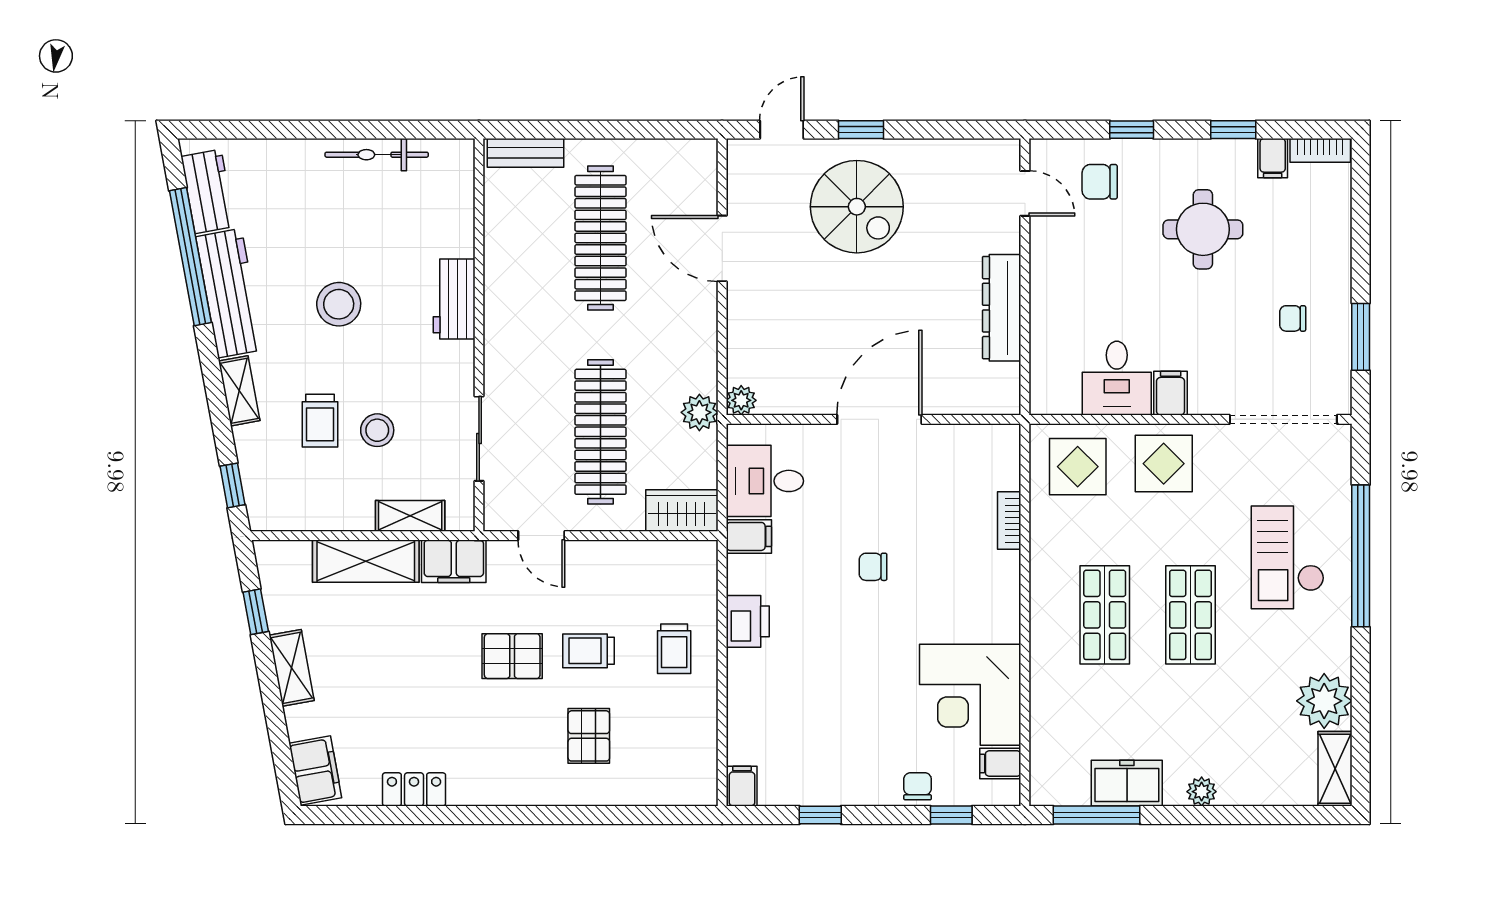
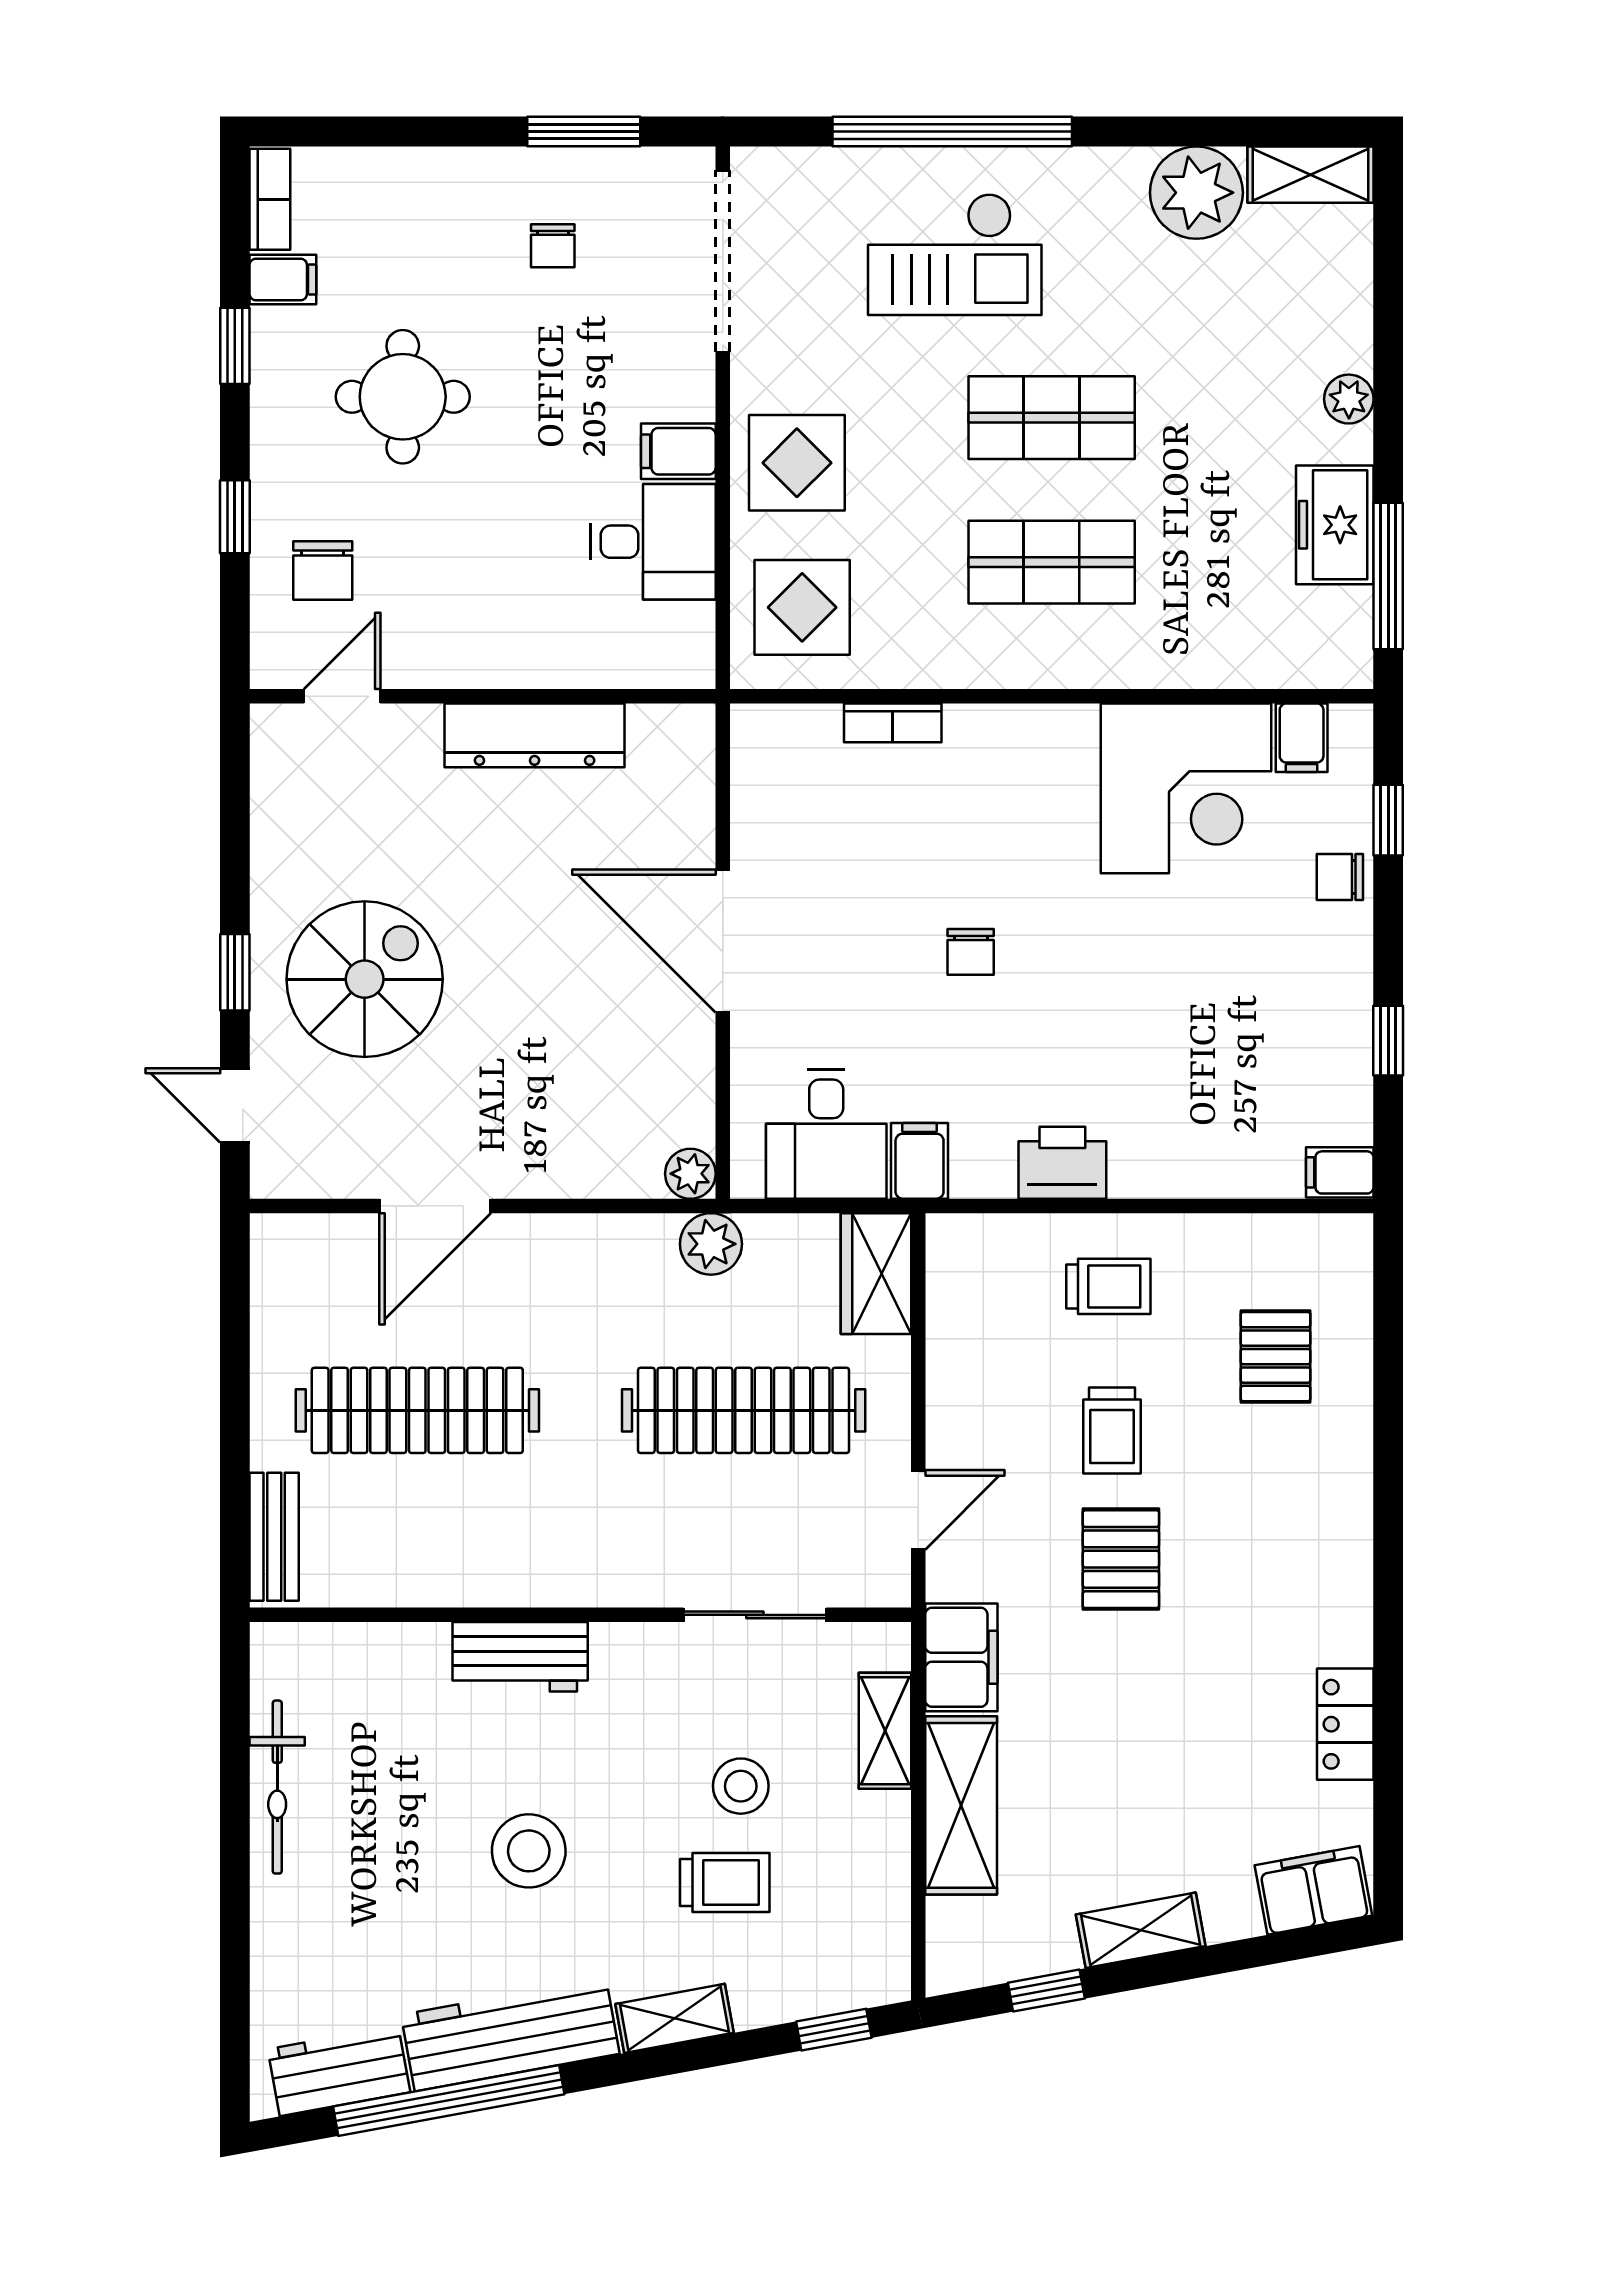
pallet: (589, 736) -> (1276, 1357), moved, turned 90

